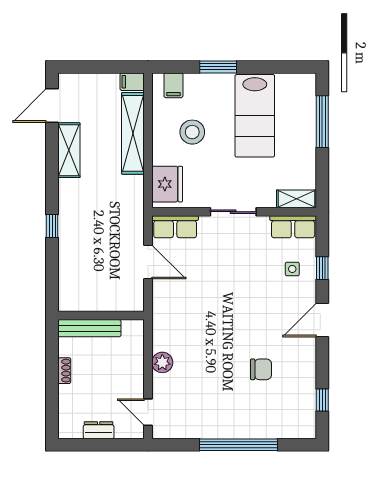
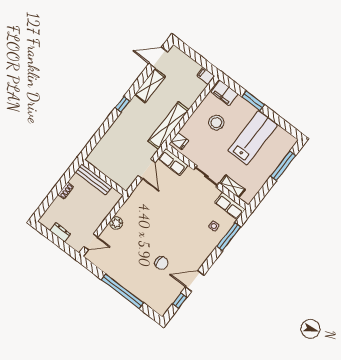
filing cabinet: (173, 85) -> (225, 93), width x2.00
lab bench: (255, 116) -> (253, 138), turned 180
shelving: (133, 133) -> (168, 125), moved
fridge: (167, 184) -> (180, 141), width x0.53, depth x0.75
shelving: (296, 199) -> (232, 186), moved
window: (52, 226) -> (122, 104), moved
window: (322, 268) -> (229, 237), width x2.17
door: (322, 320) -> (195, 281), moved
door: (148, 412) -> (91, 242), swing flipped

